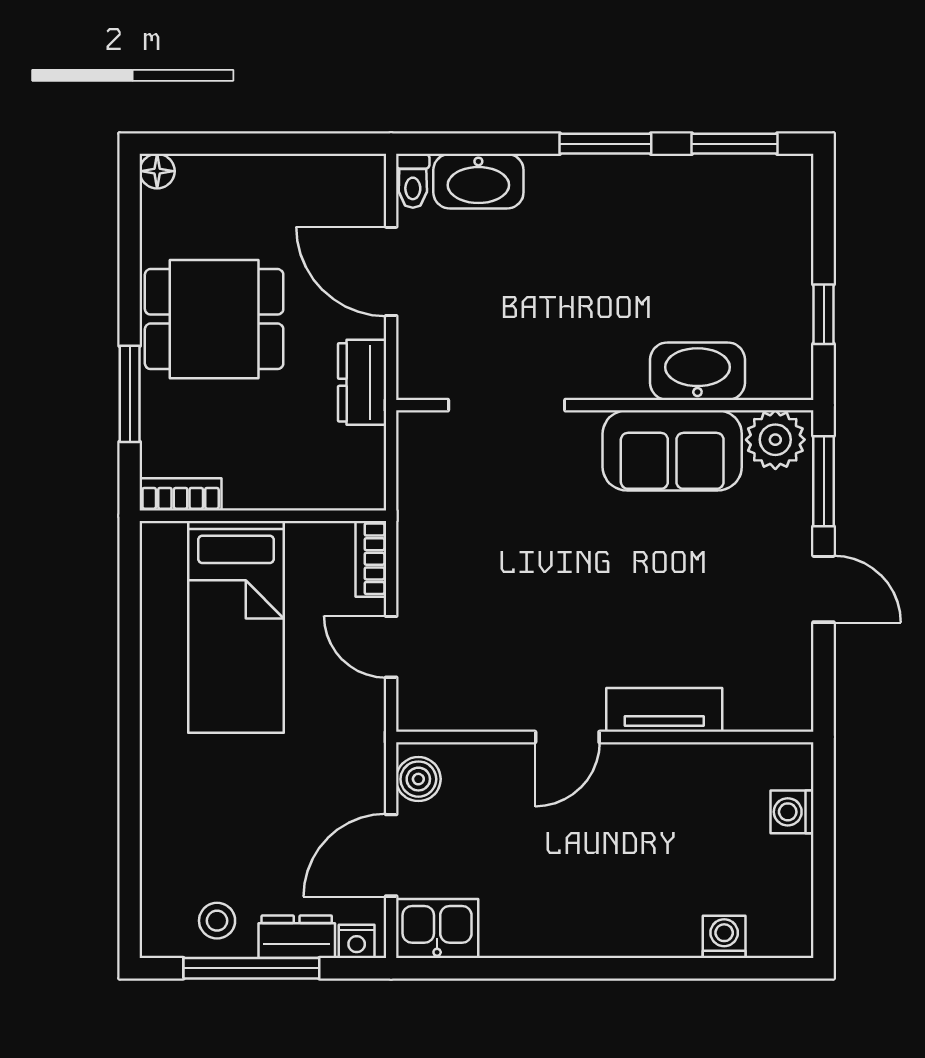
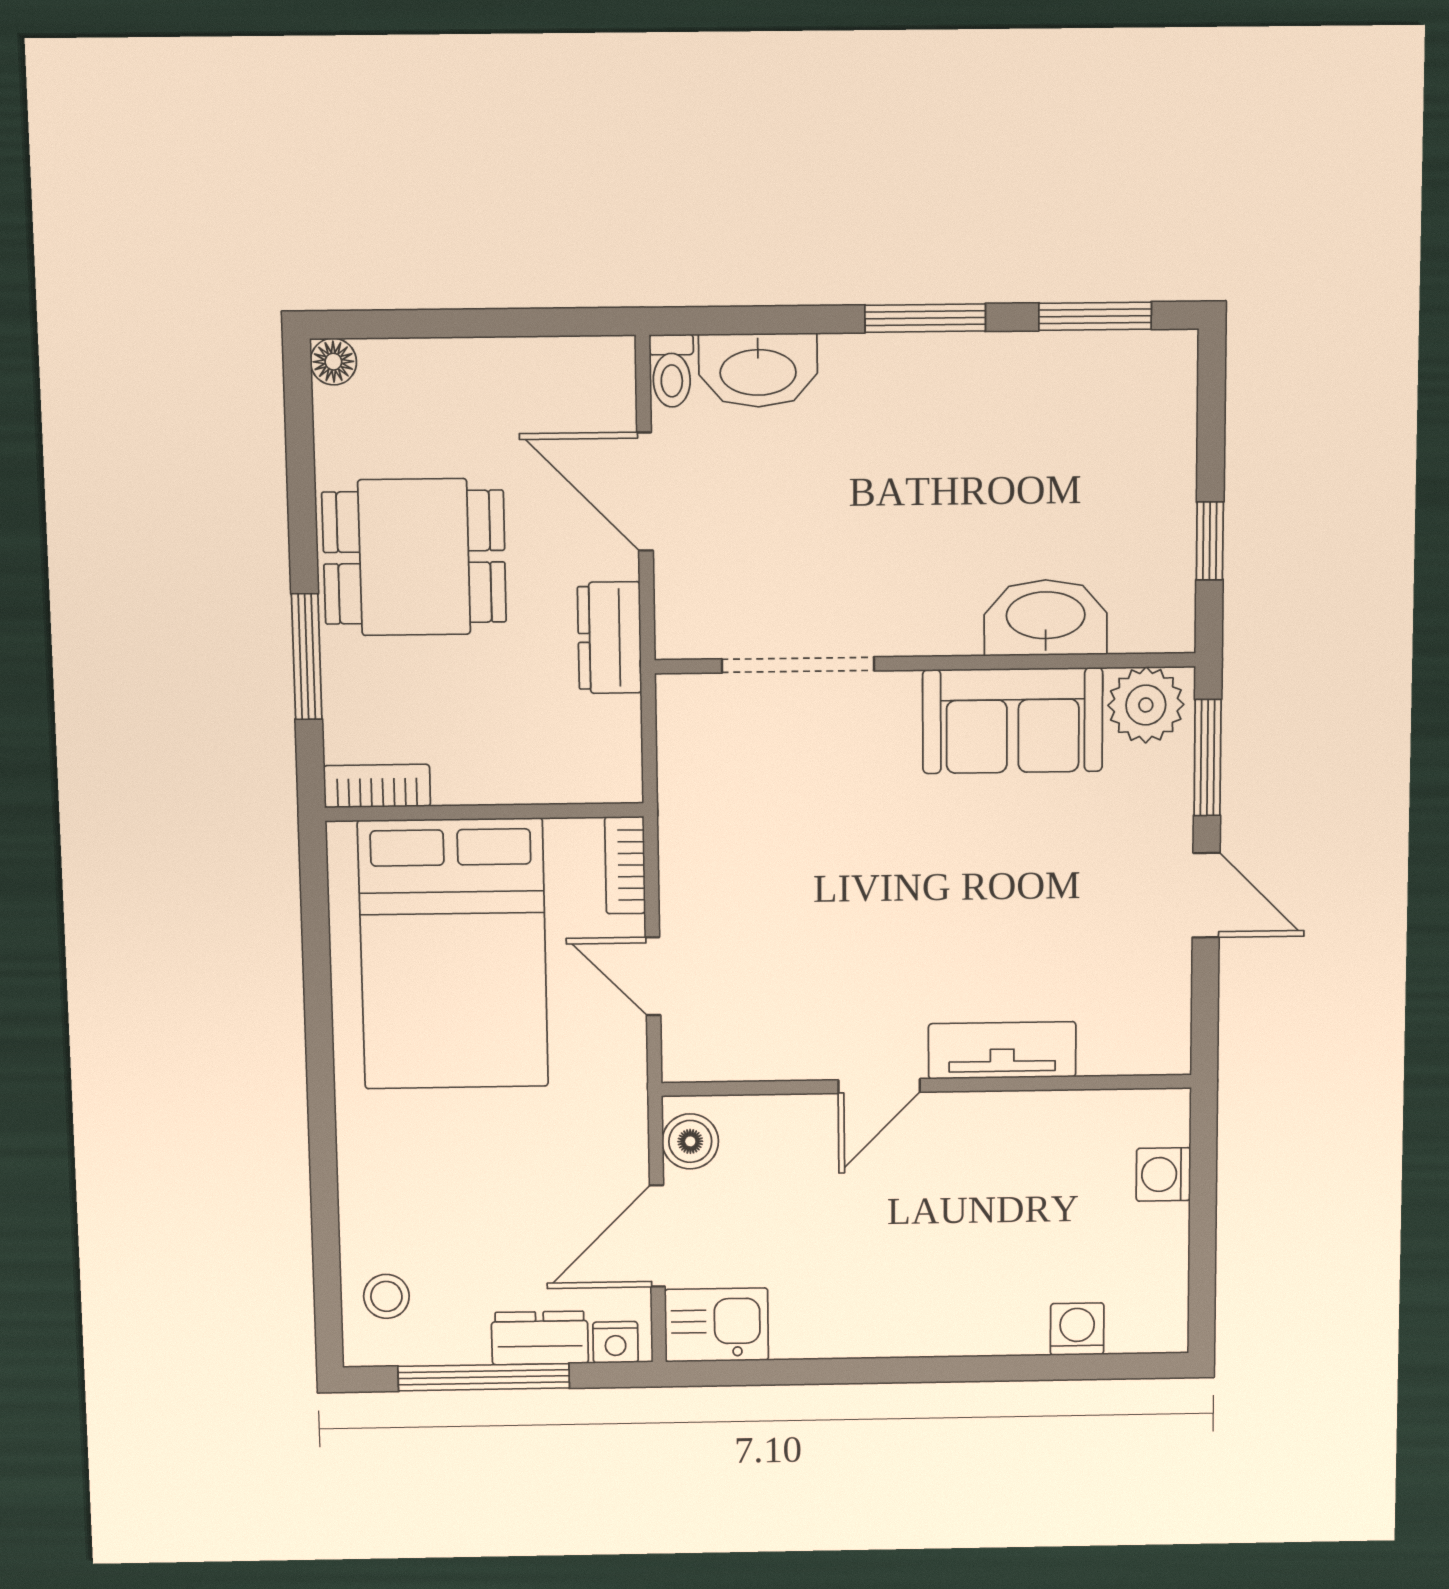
bed: (236, 627) -> (453, 954), width x1.50
stool: (217, 921) -> (386, 1296), moved

